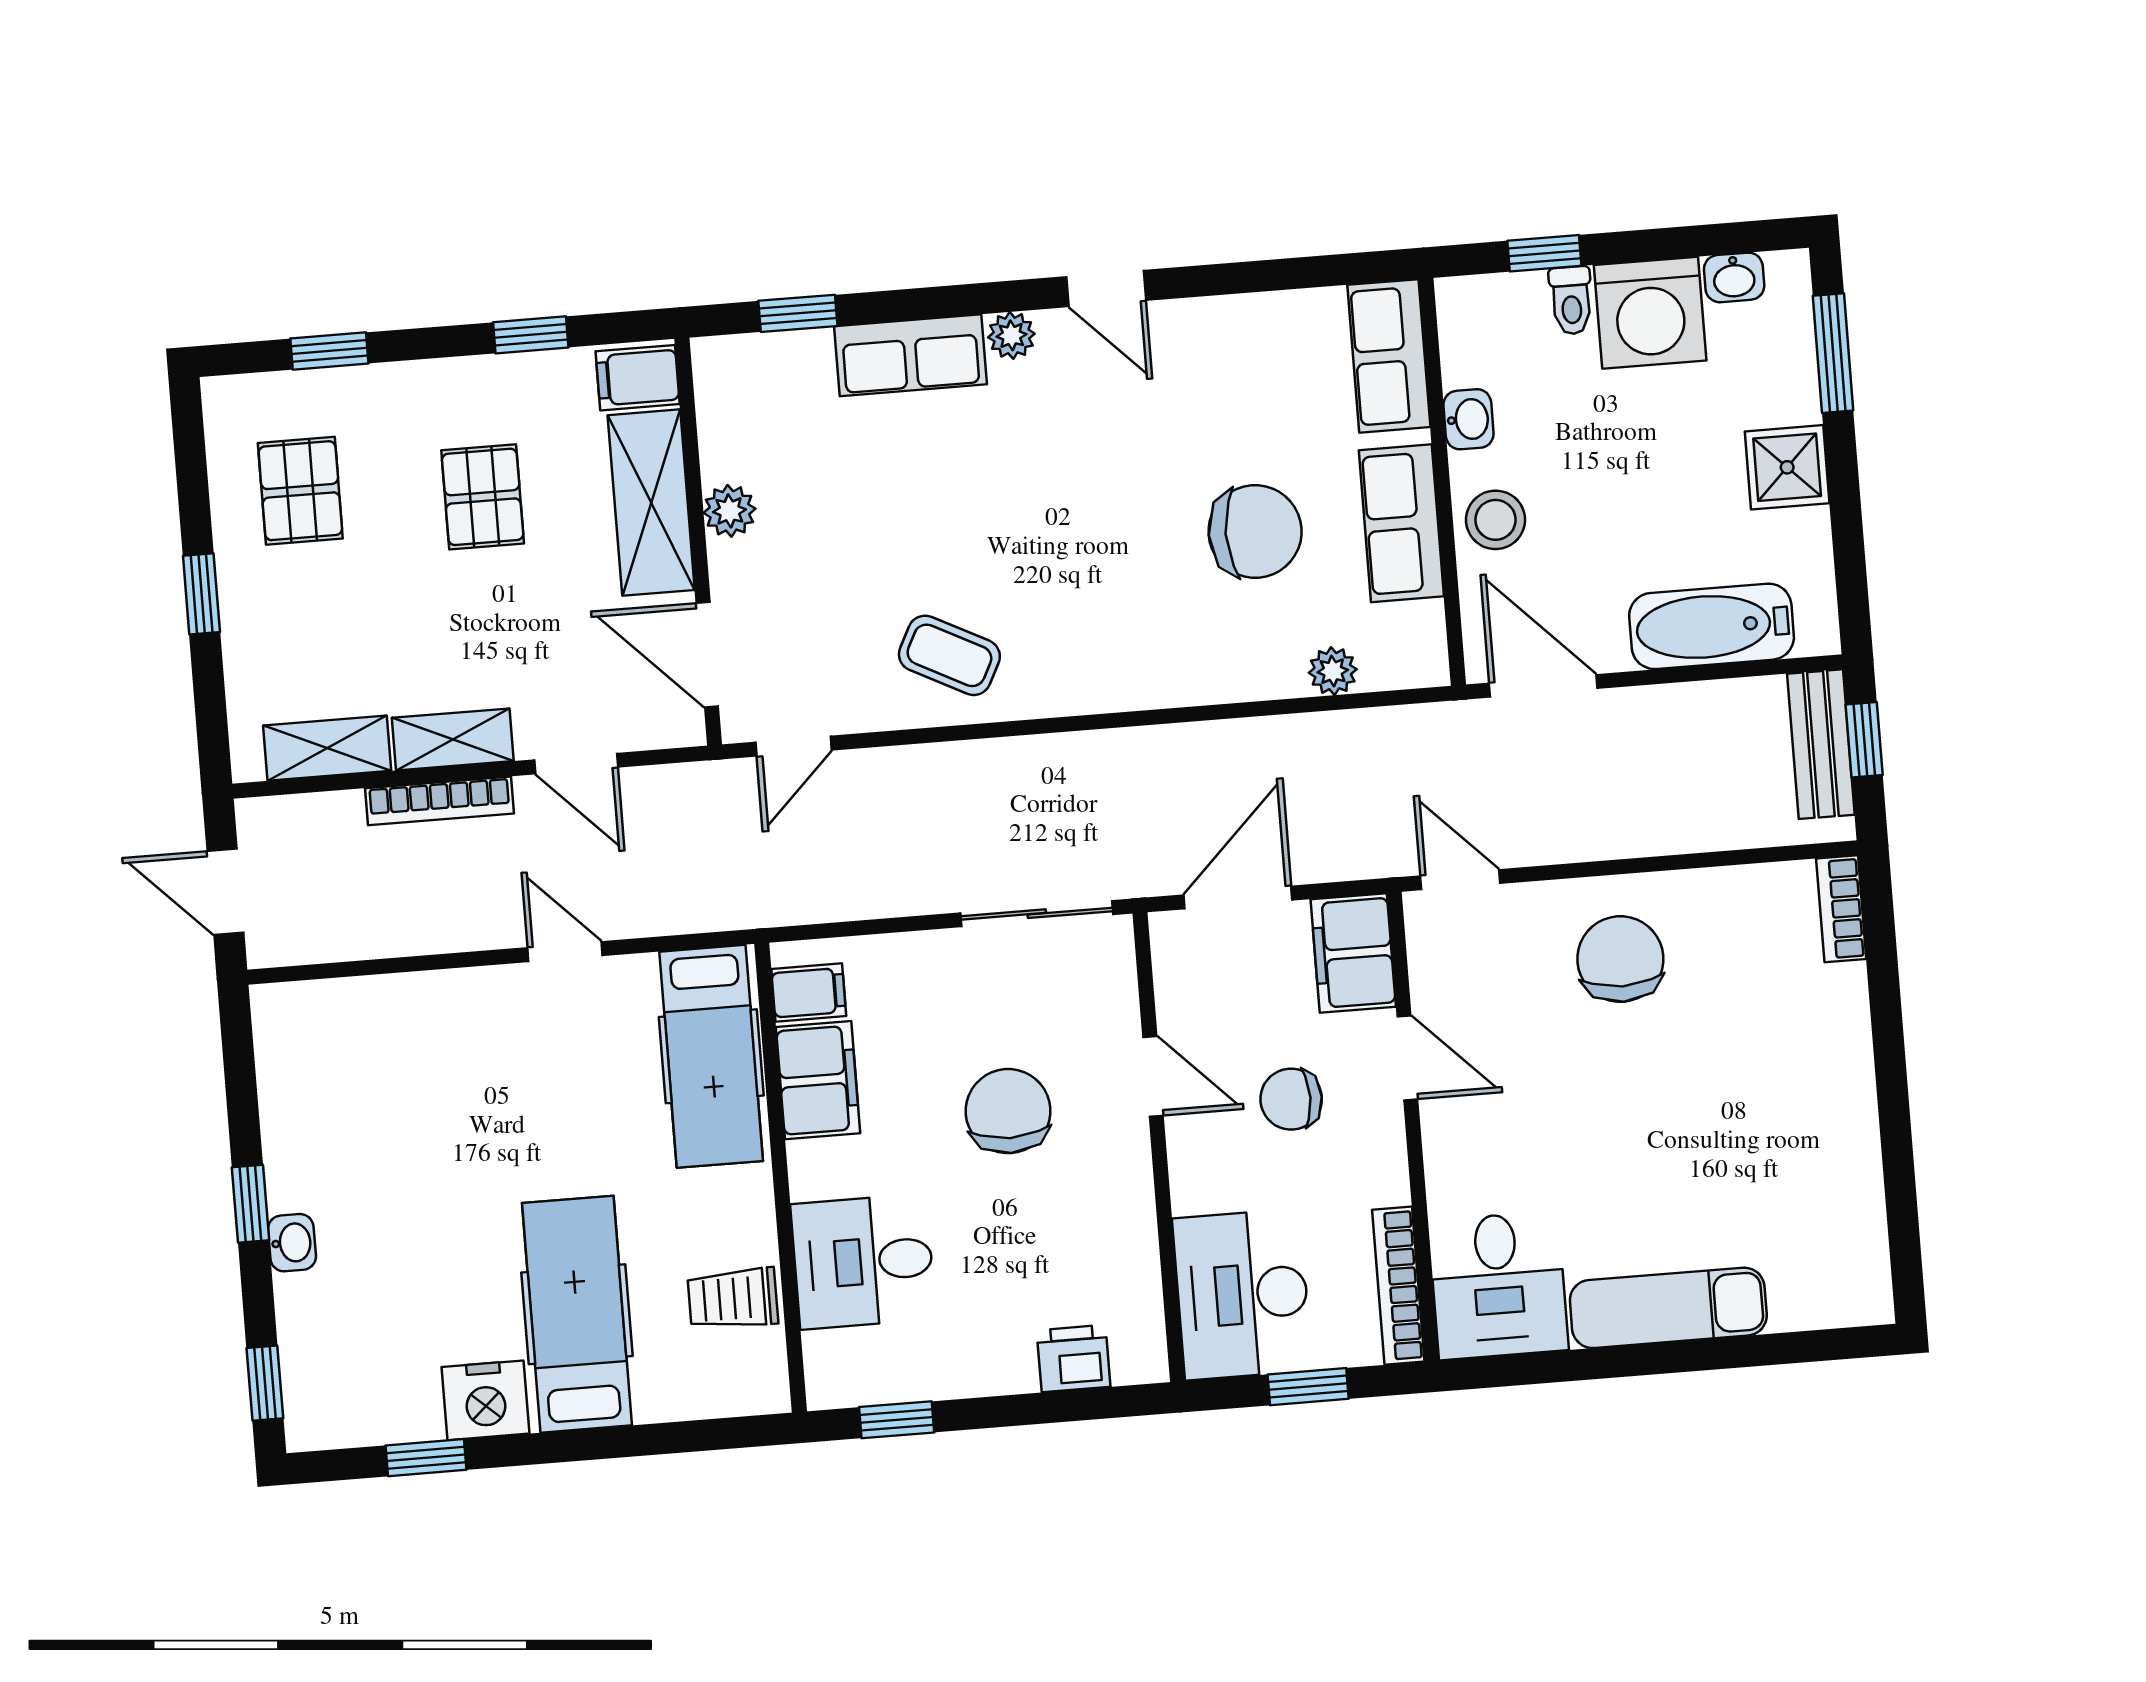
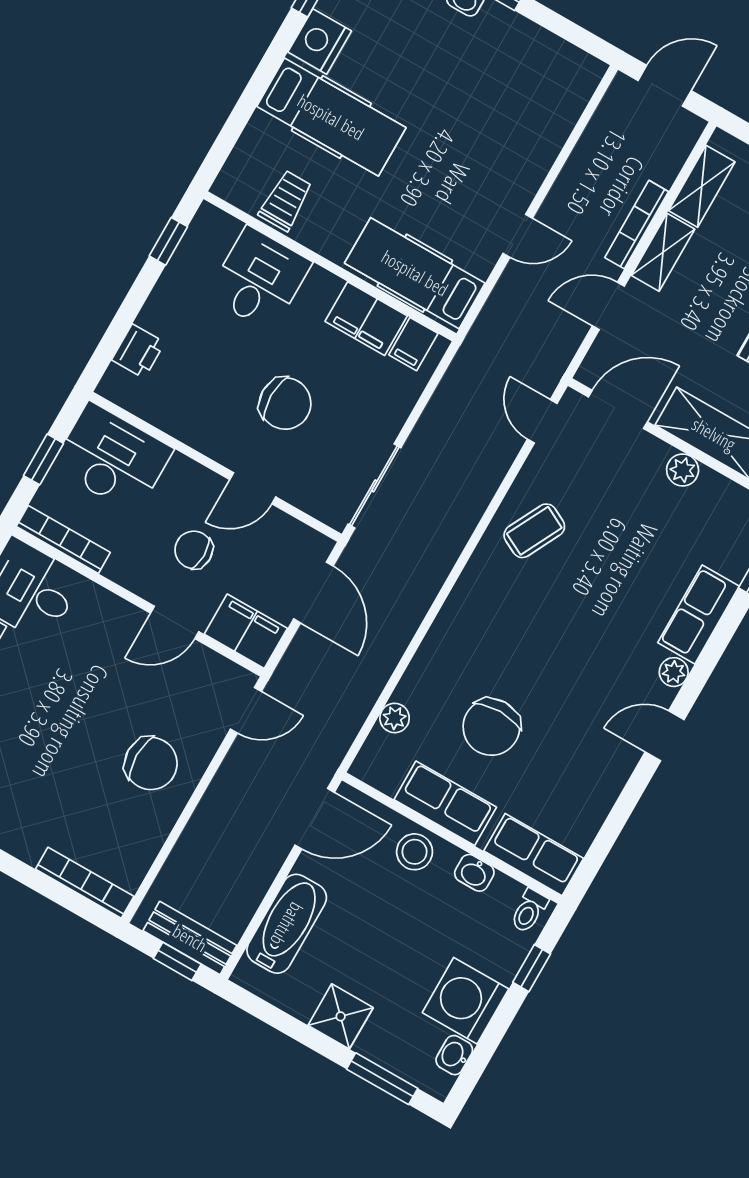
toilet: (1571, 300) -> (529, 911), moved, turned -90
bookcase: (1841, 909) -> (85, 883), width x1.56
chair: (1291, 1099) -> (194, 550), turned -90

